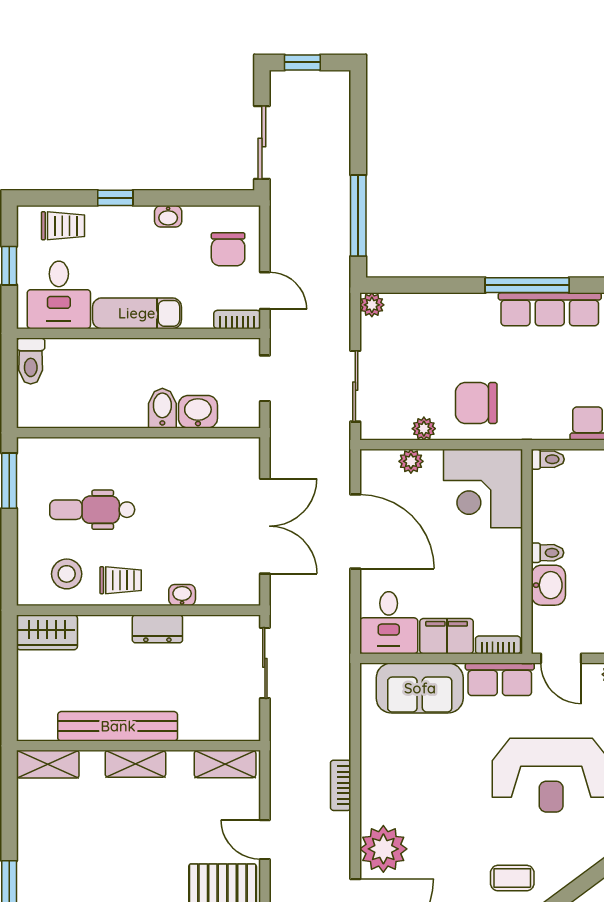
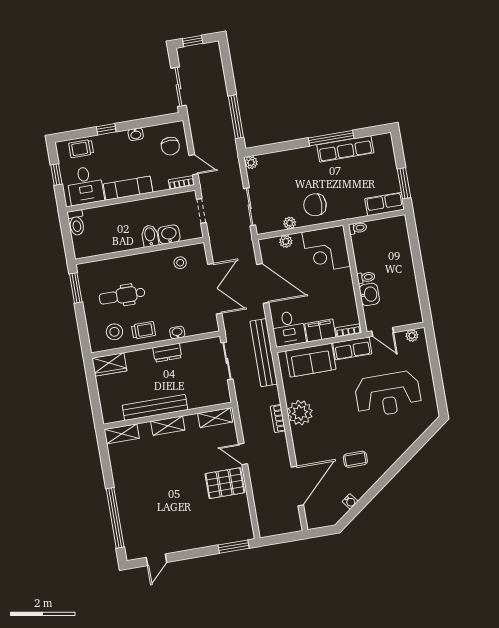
trolley: (63, 226) -> (81, 149), turned 180
stool: (209, 467) -> (180, 263), added
bench: (335, 659) -> (264, 353), added
plant: (383, 849) -> (300, 413), moved
coffee table: (512, 878) -> (355, 459), moved

